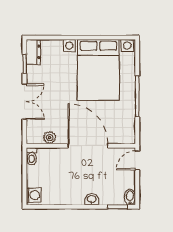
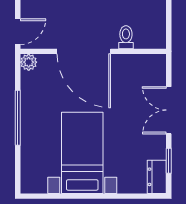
bed with nightstands: (98, 70) -> (82, 153), width x0.73
plant: (50, 138) -> (29, 62), moved
toilet: (32, 156) -> (126, 37), moved

